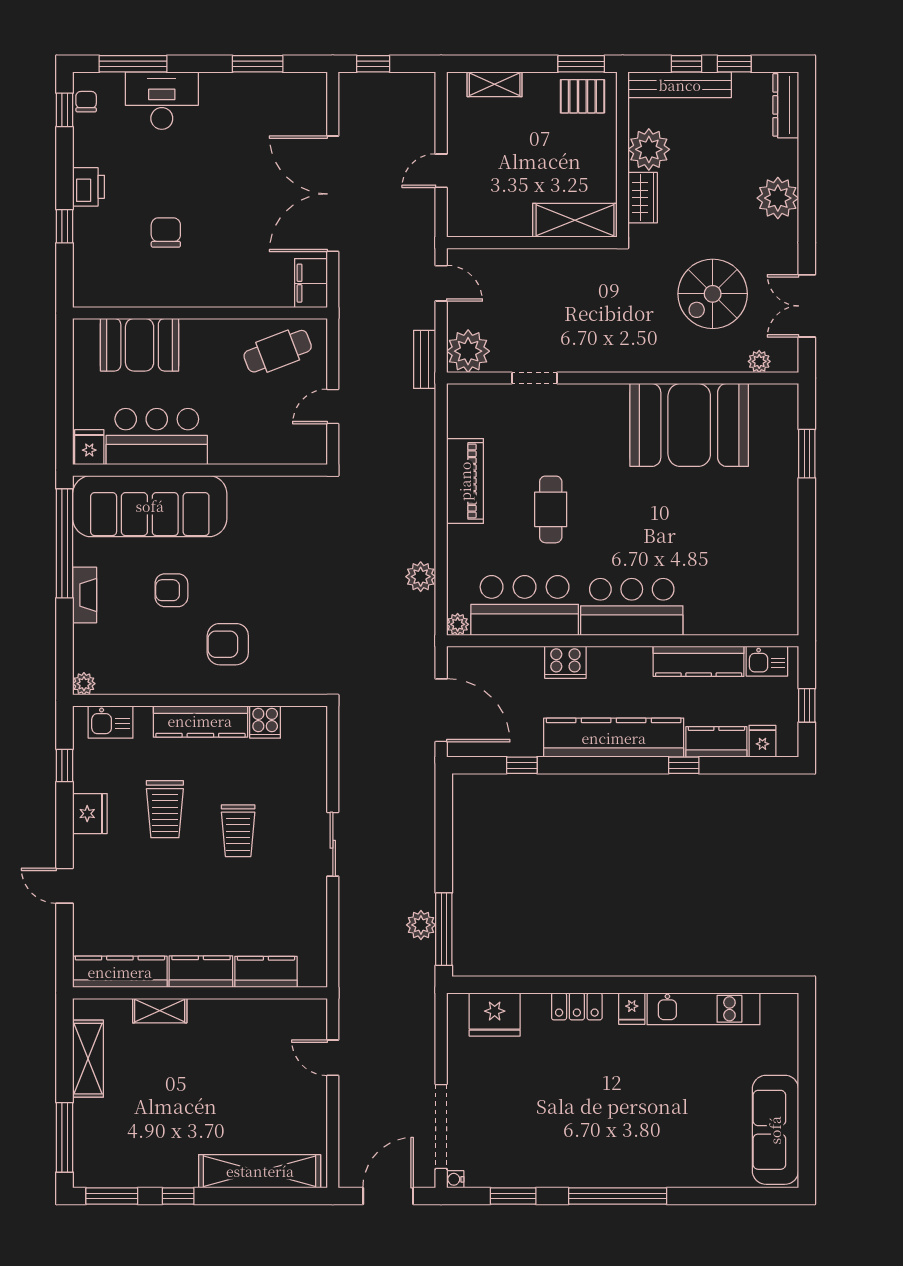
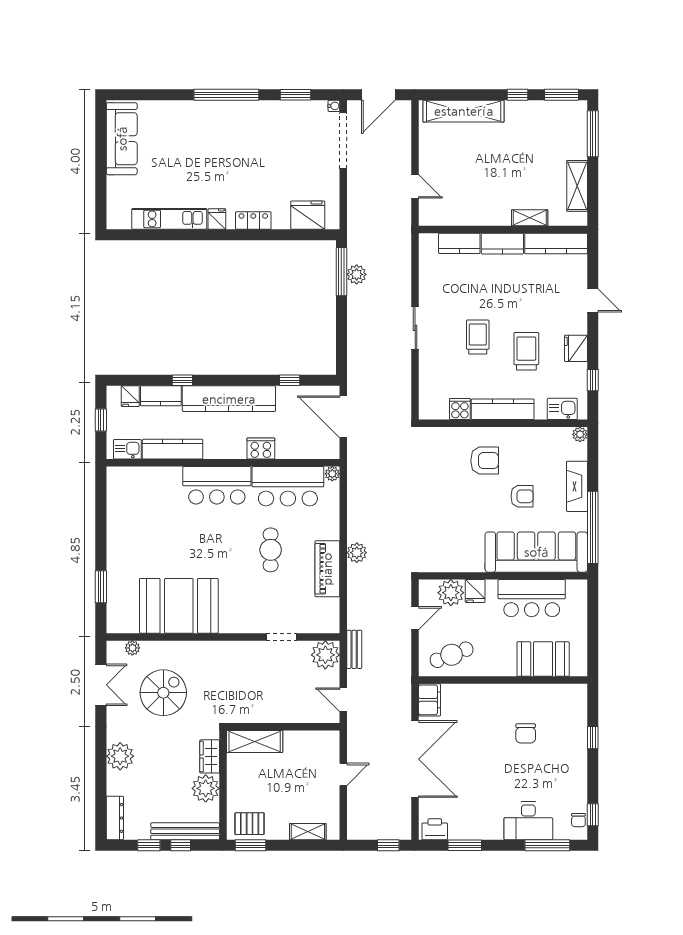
printer: (89, 187) -> (435, 829), moved, turned 90
plant: (279, 445) -> (451, 593), added
fridge: (89, 447) -> (475, 591), moved
plant: (421, 577) -> (357, 553), moved
fireplace: (85, 595) -> (577, 486), width x1.37, depth x1.32

